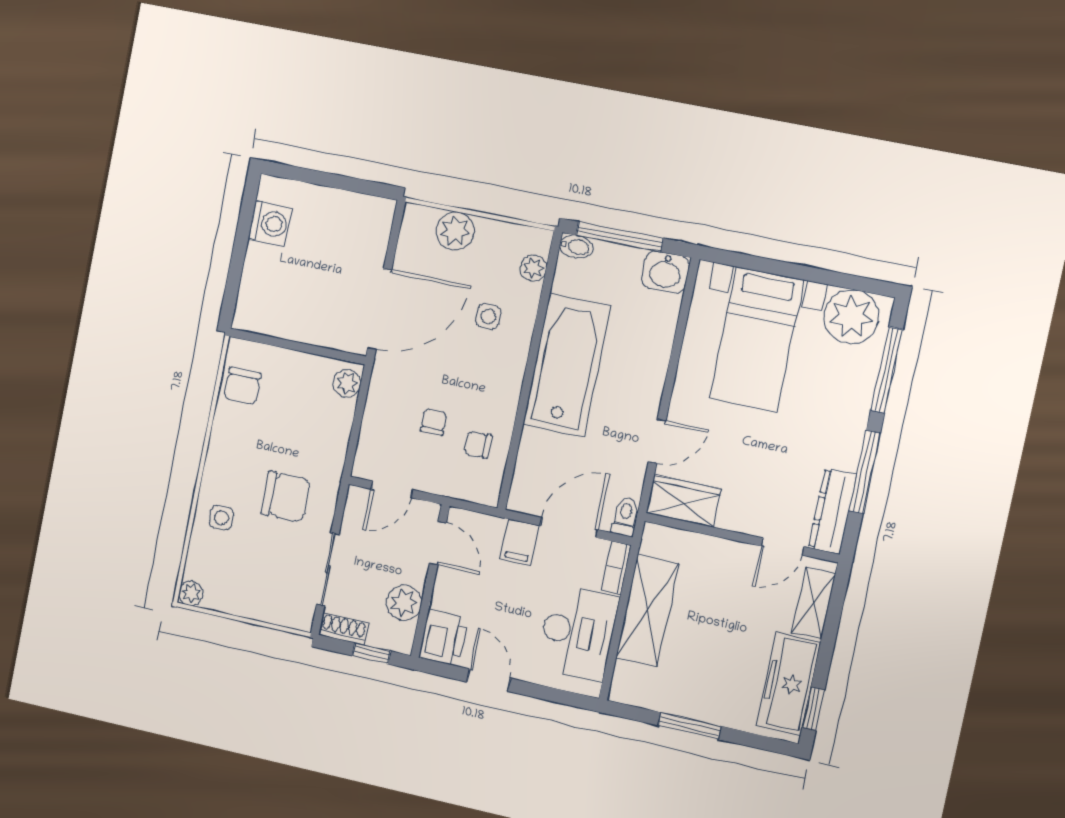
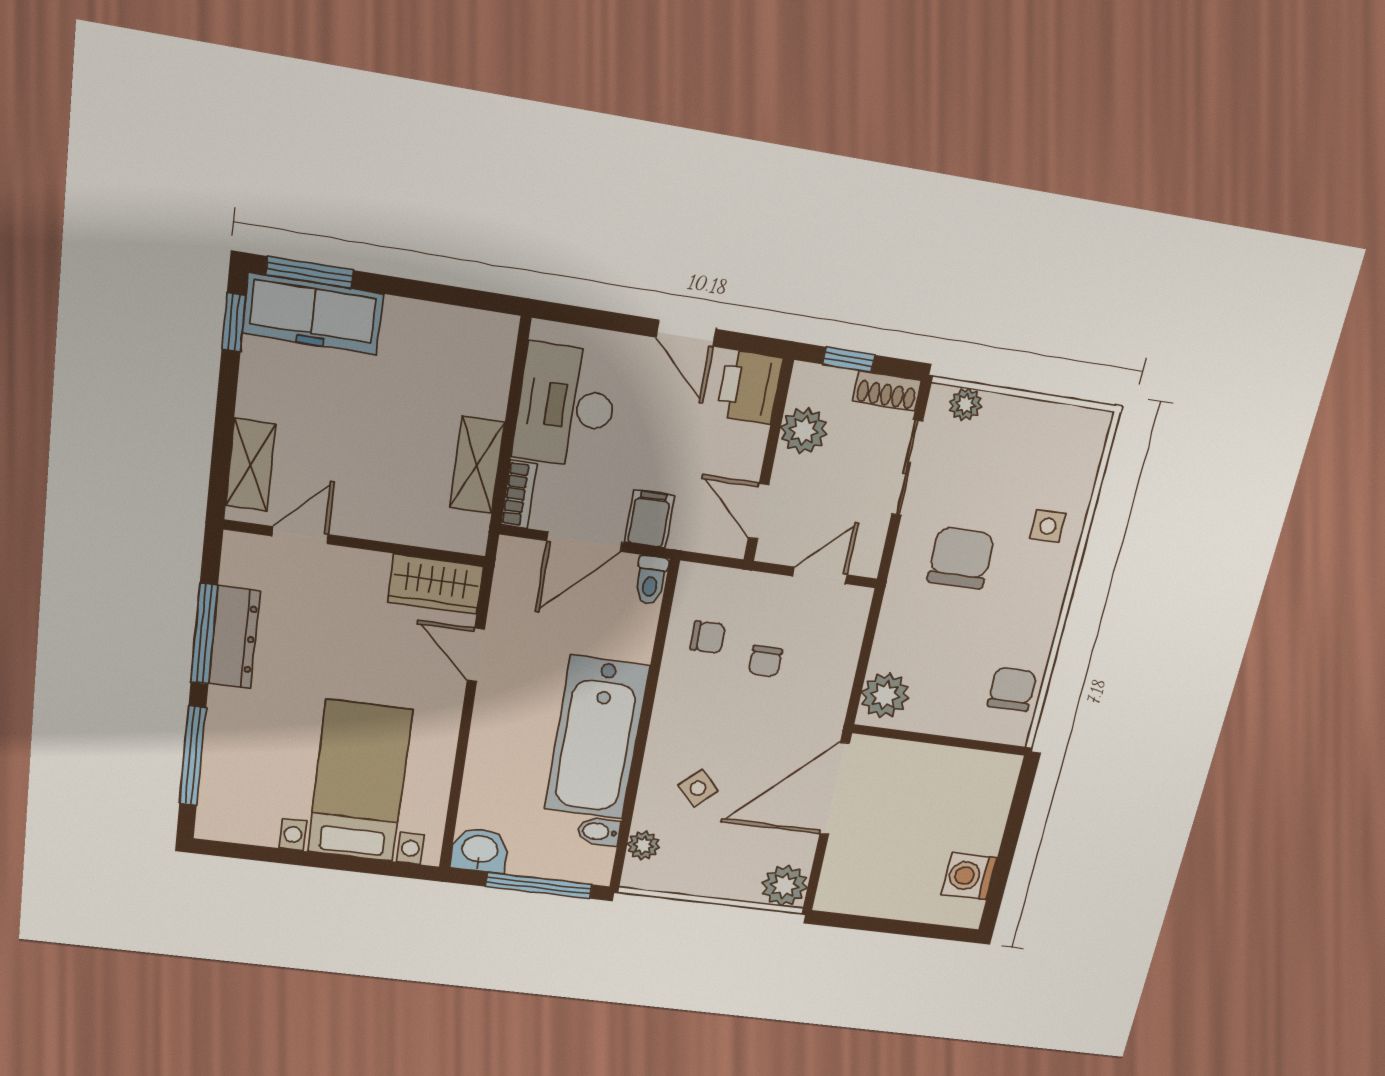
plant: (455, 231) -> (785, 886), moved
bidet: (576, 247) -> (599, 832), moved
side table: (488, 316) -> (698, 788), turned 45
plant: (851, 317) -> (245, 814), removed
plant: (347, 383) -> (885, 695), width x1.38, depth x1.38
door: (657, 441) -> (476, 655), hinge flipped
chair: (286, 497) -> (961, 558), turned 90
dresser: (833, 511) -> (234, 637), moved
toilet: (625, 516) -> (651, 580), moved
plant: (191, 593) -> (966, 404), moved
shelving: (647, 611) -> (477, 465), width x0.67, depth x0.75
freezer: (789, 684) -> (313, 314), moved, turned 90
window: (689, 726) -> (310, 272), moved

